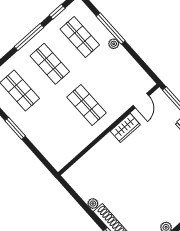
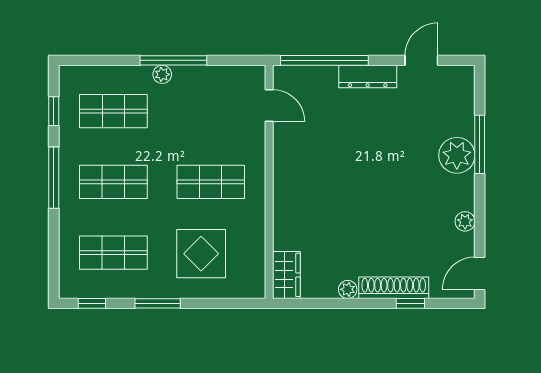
window: (111, 29) -> (173, 60), moved
display table: (53, 128) -> (201, 254), added
wardrobe: (125, 128) -> (286, 275), moved

